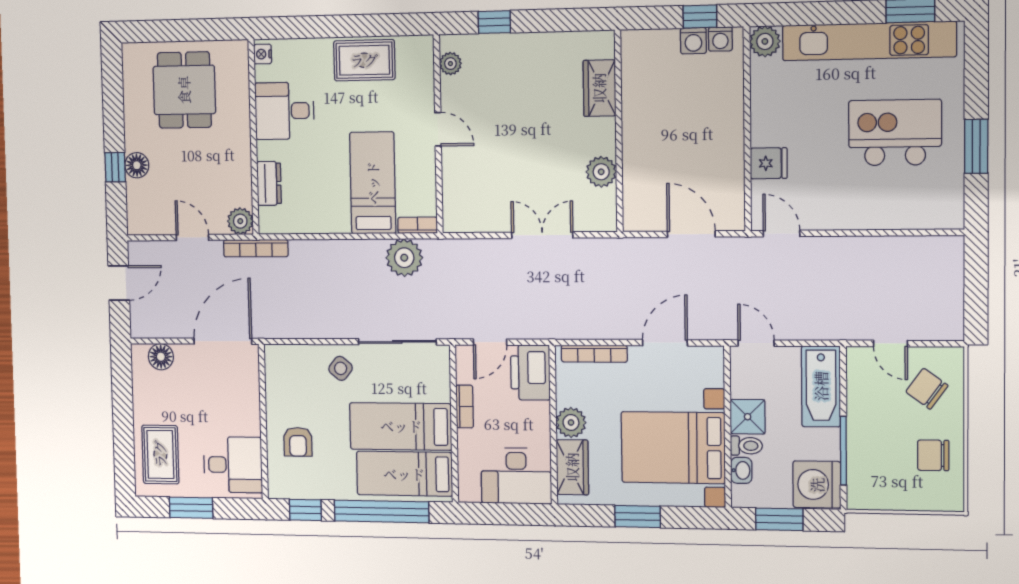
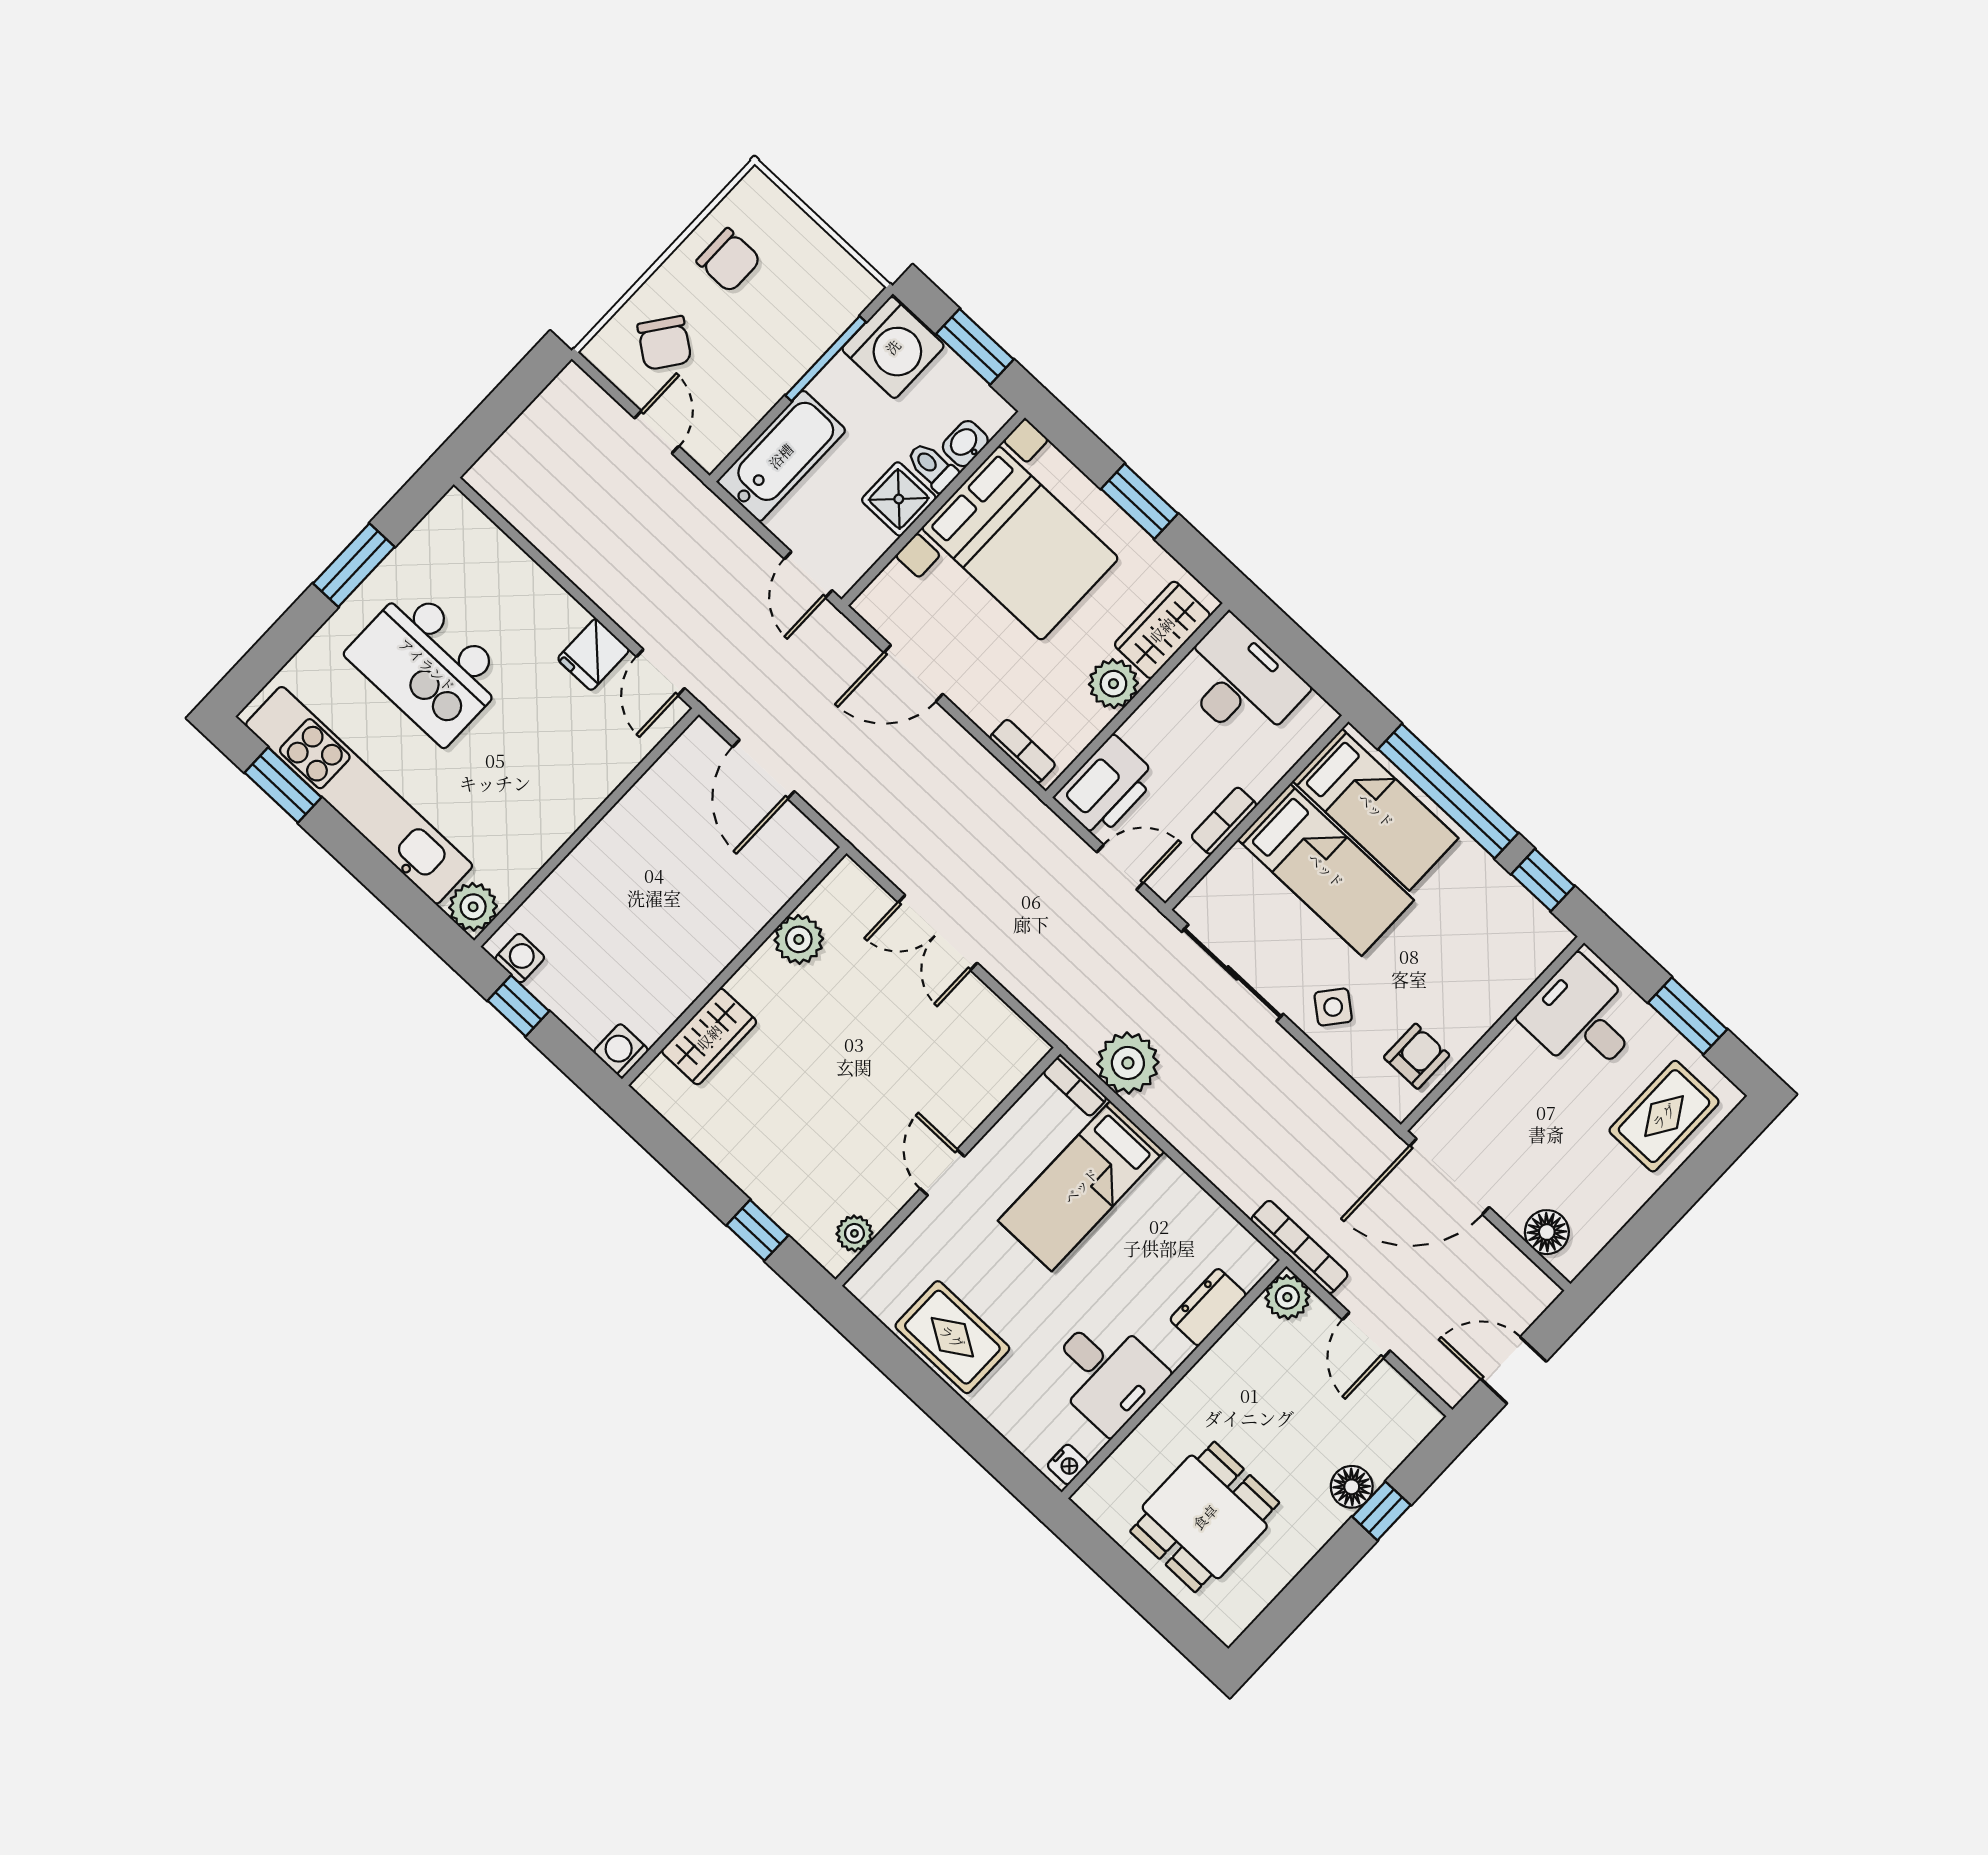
washing machine: (693, 41) -> (621, 1051), moved, turned -90
fridge: (769, 163) -> (593, 654), moved, turned -90
bookcase: (594, 354) -> (1023, 751), width x0.64
armchair: (298, 442) -> (1417, 1056), moved

